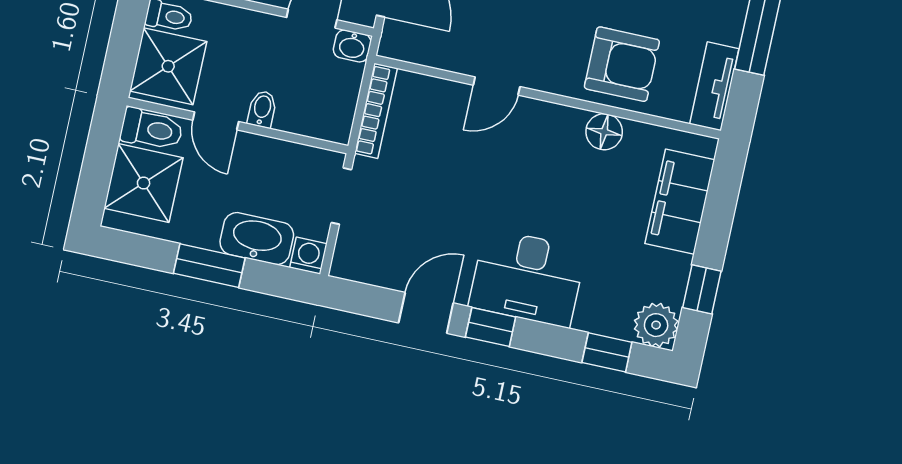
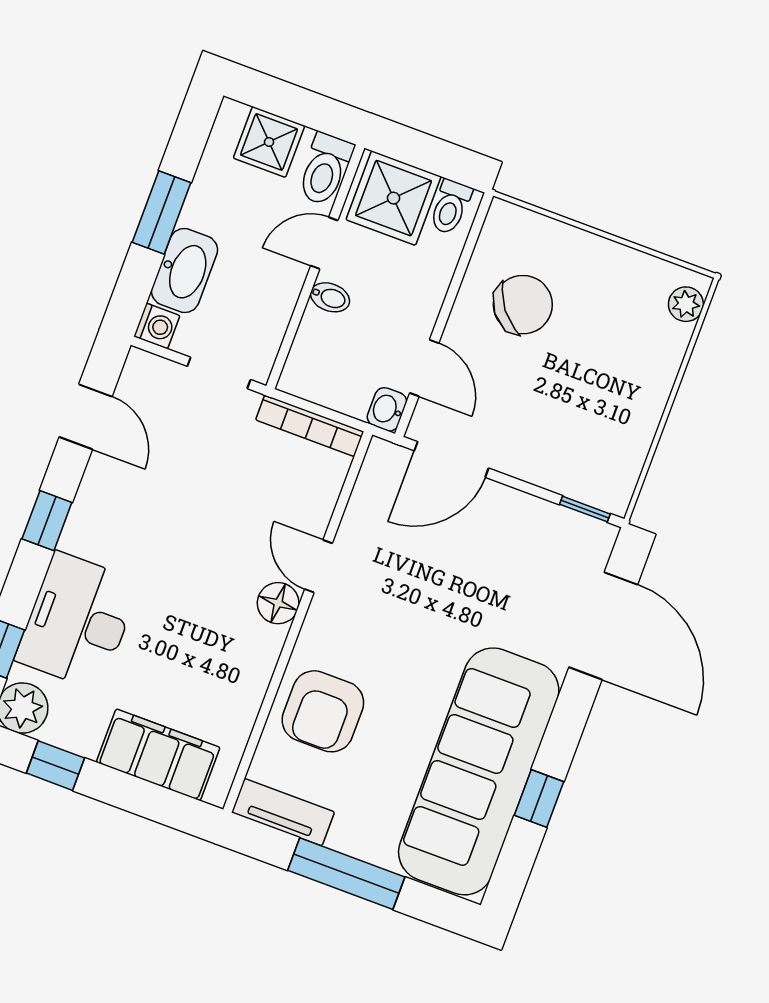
floor lamp: (604, 132) -> (278, 603), moved
shower: (144, 183) -> (269, 142), width x0.73, depth x0.73
desk: (527, 278) -> (78, 621), moved
door: (426, 313) -> (86, 417), moved

